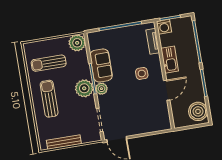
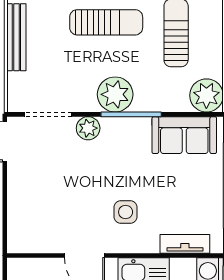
sofa: (101, 65) -> (184, 135), moved
plant: (101, 89) -> (88, 128), moved

